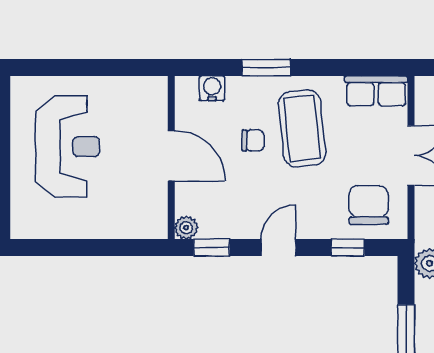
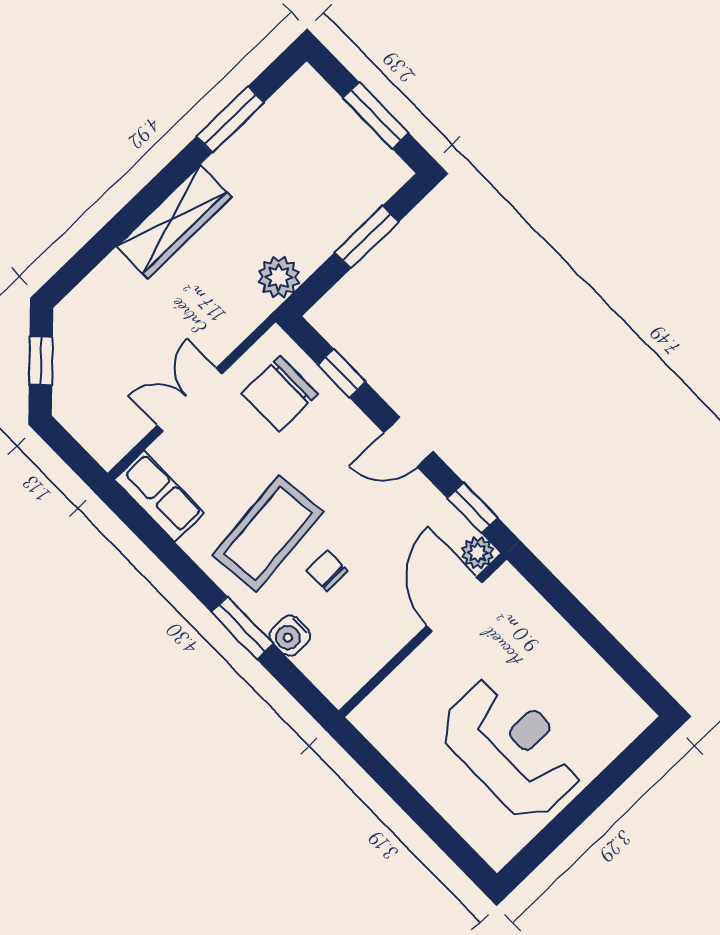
water cooler: (212, 88) -> (290, 636), moved
reception desk: (68, 147) -> (511, 748), turned 90
door: (171, 156) -> (455, 604), moved

